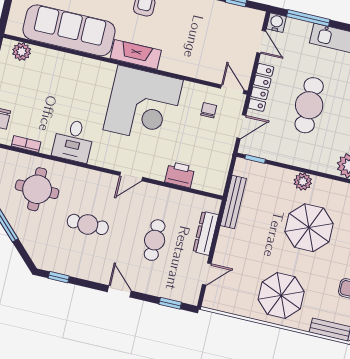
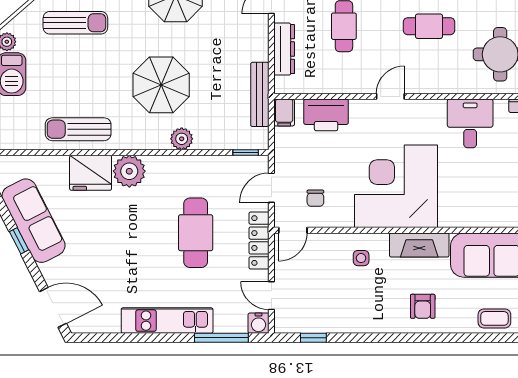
side table: (184, 55) -> (361, 258), added
door: (232, 89) -> (293, 230), hinge flipped
printer: (180, 175) -> (326, 115), width x1.37, depth x1.19
filing cabinet: (217, 183) -> (284, 113), added

